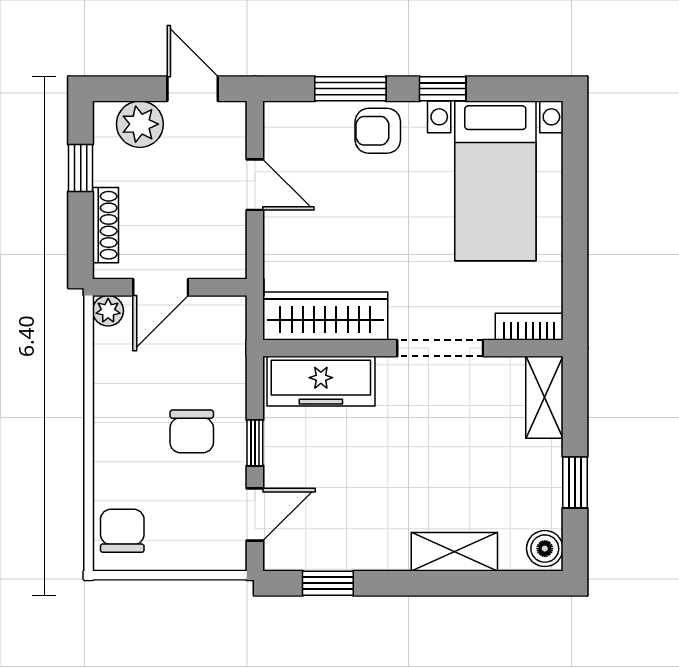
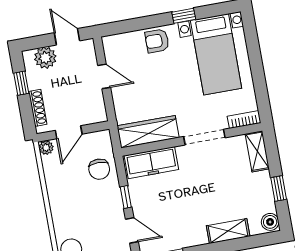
window: (350, 89) -> (141, 24), removed
chair: (192, 431) -> (99, 169), moved
door: (255, 515) -> (132, 230), hinge flipped

